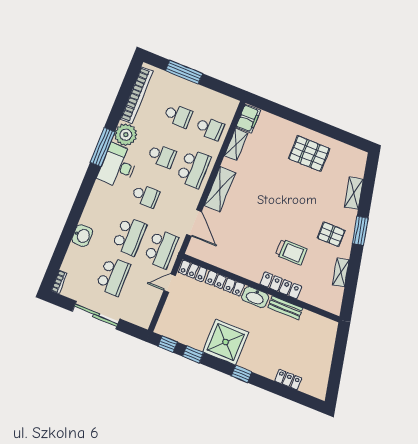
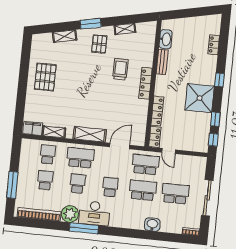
locker: (281, 285) -> (146, 83), moved
washbasin: (255, 297) -> (166, 39), moved

